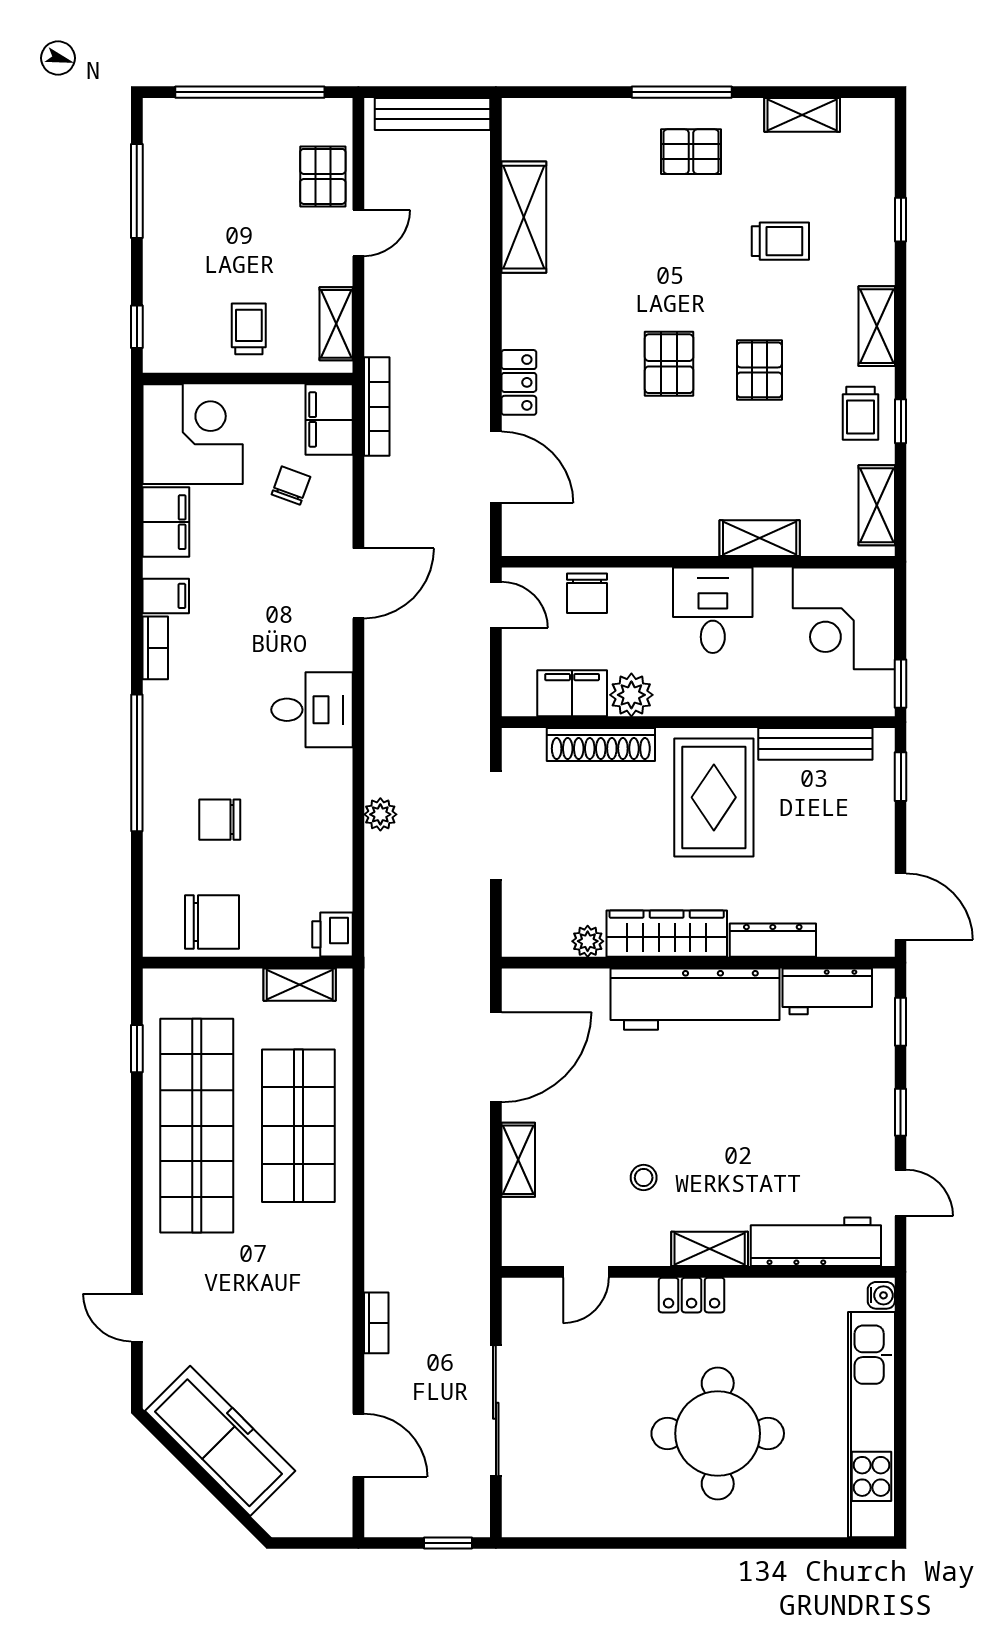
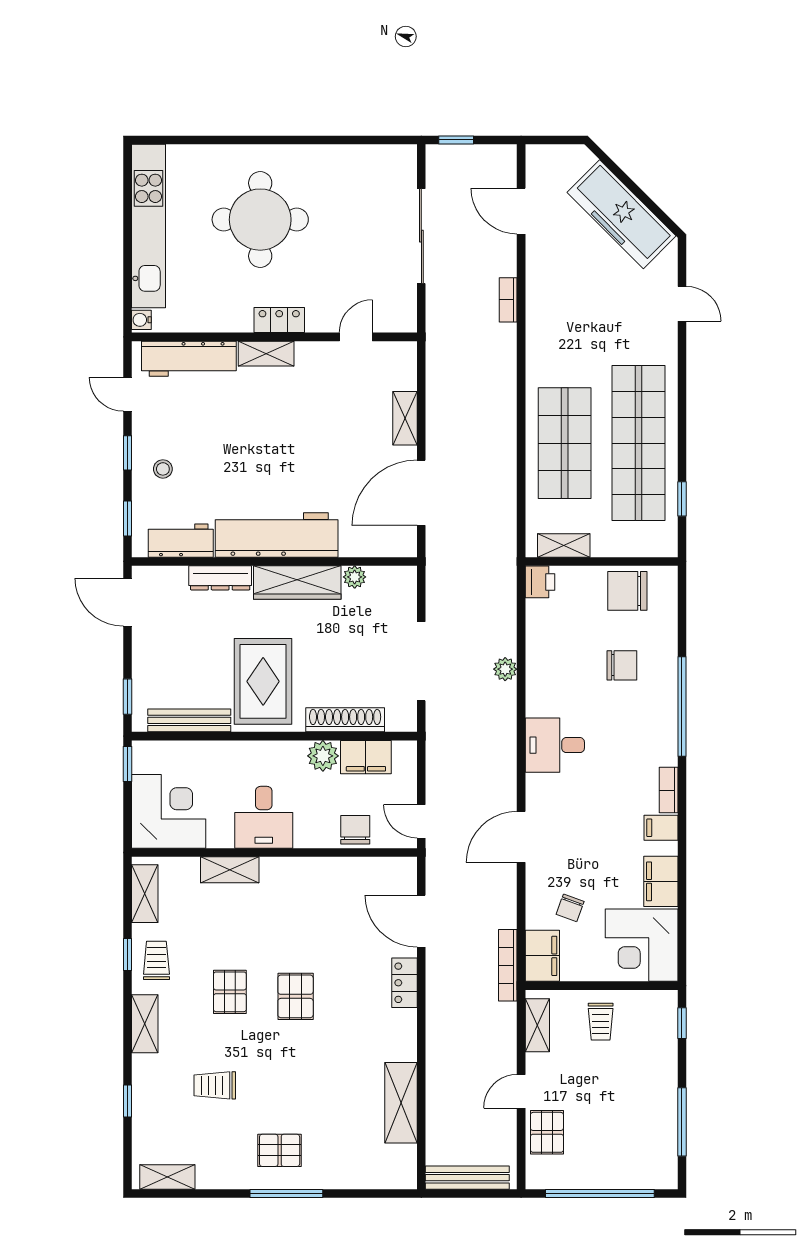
shelving: (802, 115) -> (167, 1177), moved
stool: (644, 1178) -> (163, 469), moved

